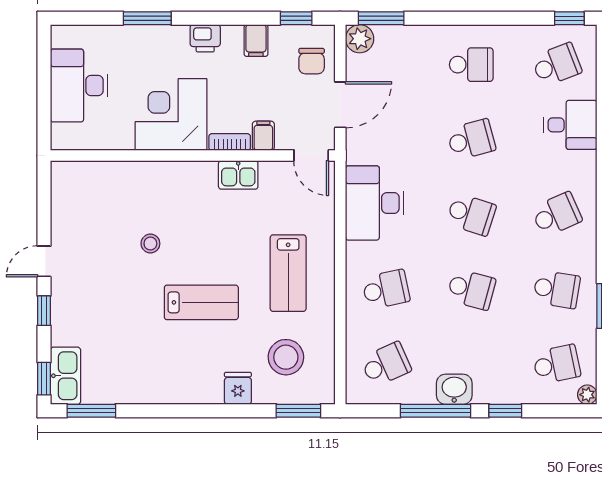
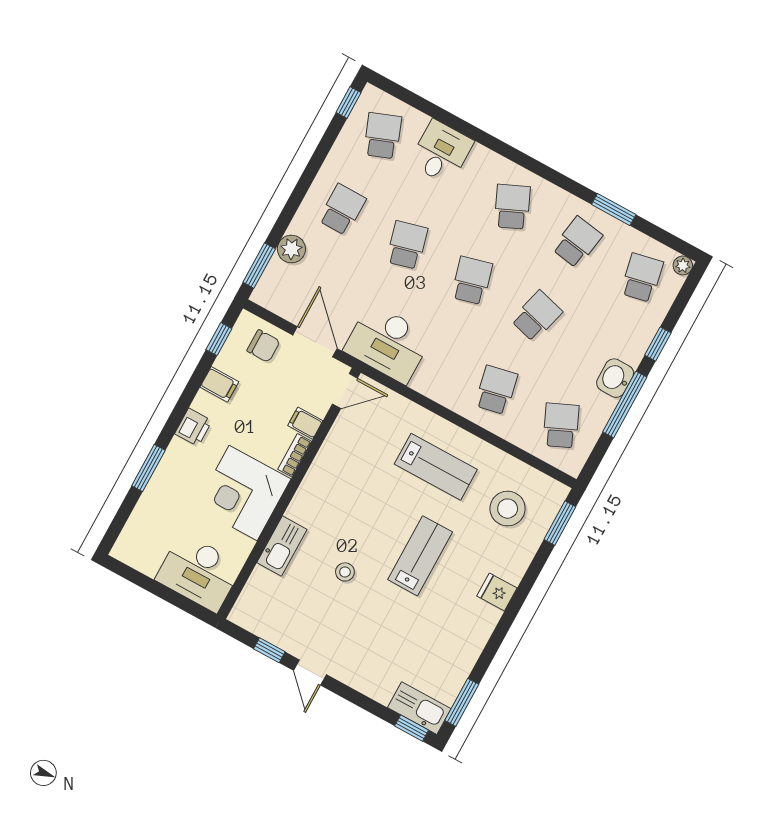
plant: (360, 39) -> (291, 249), moved
desk: (79, 86) -> (199, 572), moved
kitchen sink: (238, 175) -> (282, 546), moved, width x1.38
desk: (375, 203) -> (388, 343), moved
school desk: (471, 214) -> (472, 281), turned -33
window: (44, 311) -> (269, 650), moved
fridge: (238, 388) -> (497, 592), moved

